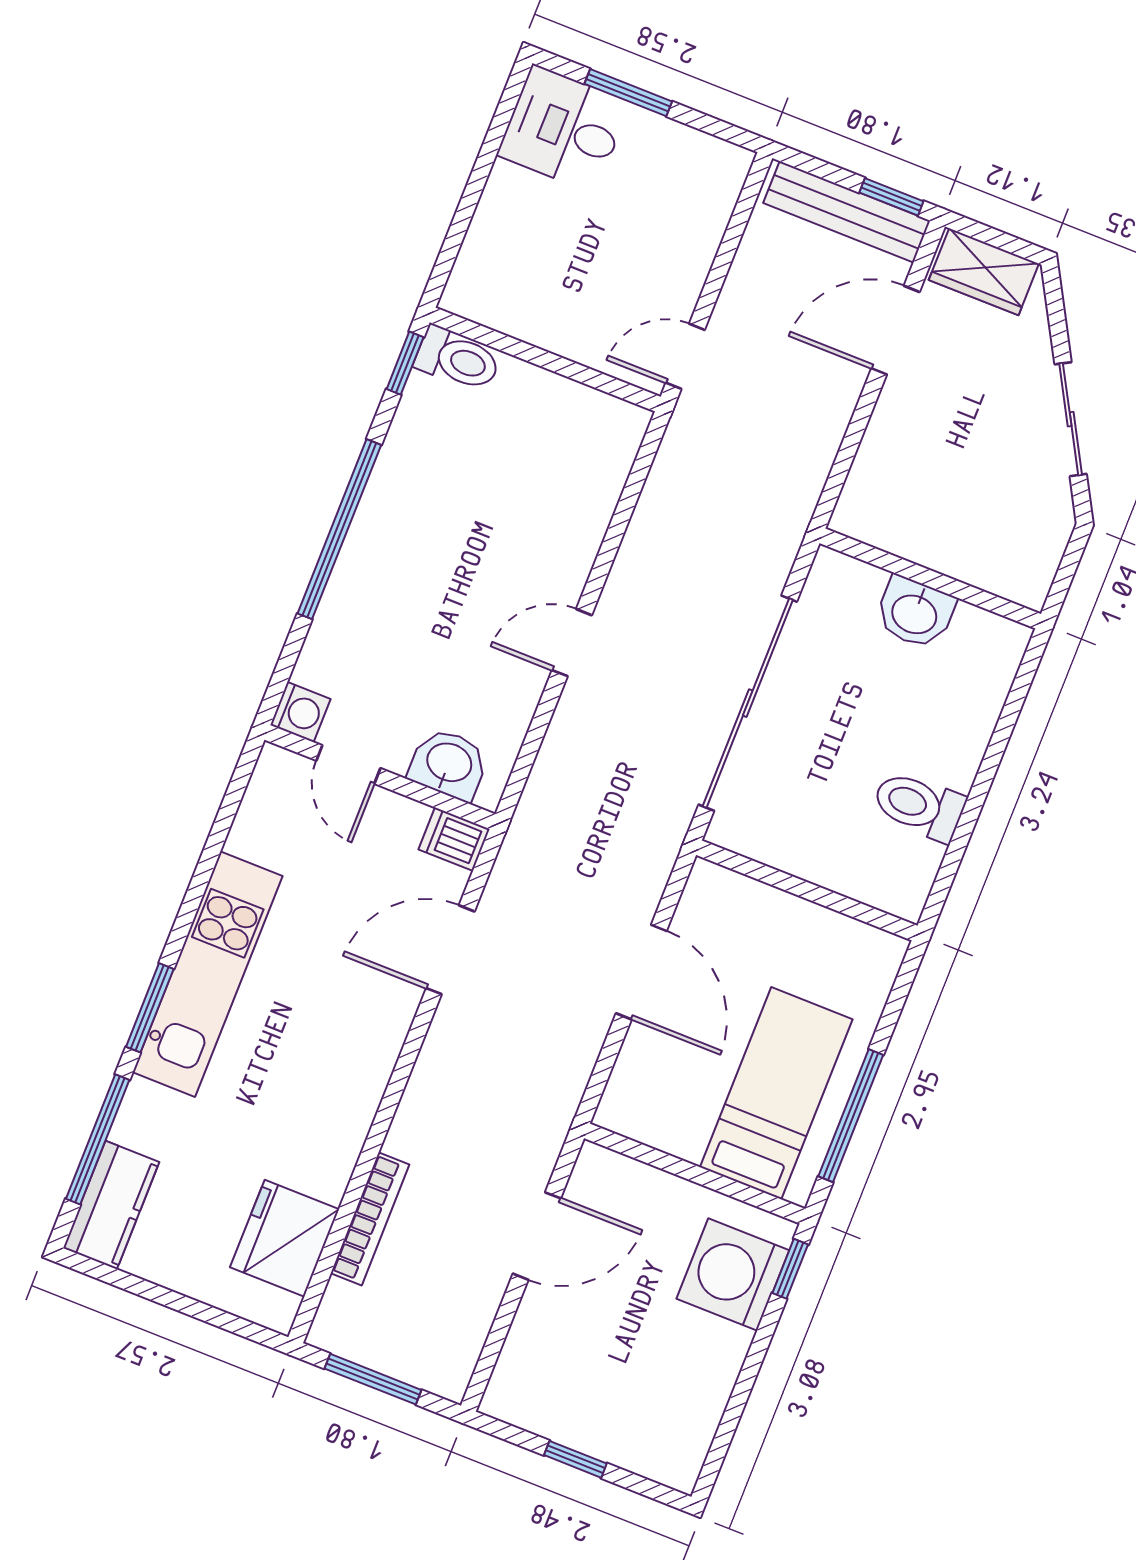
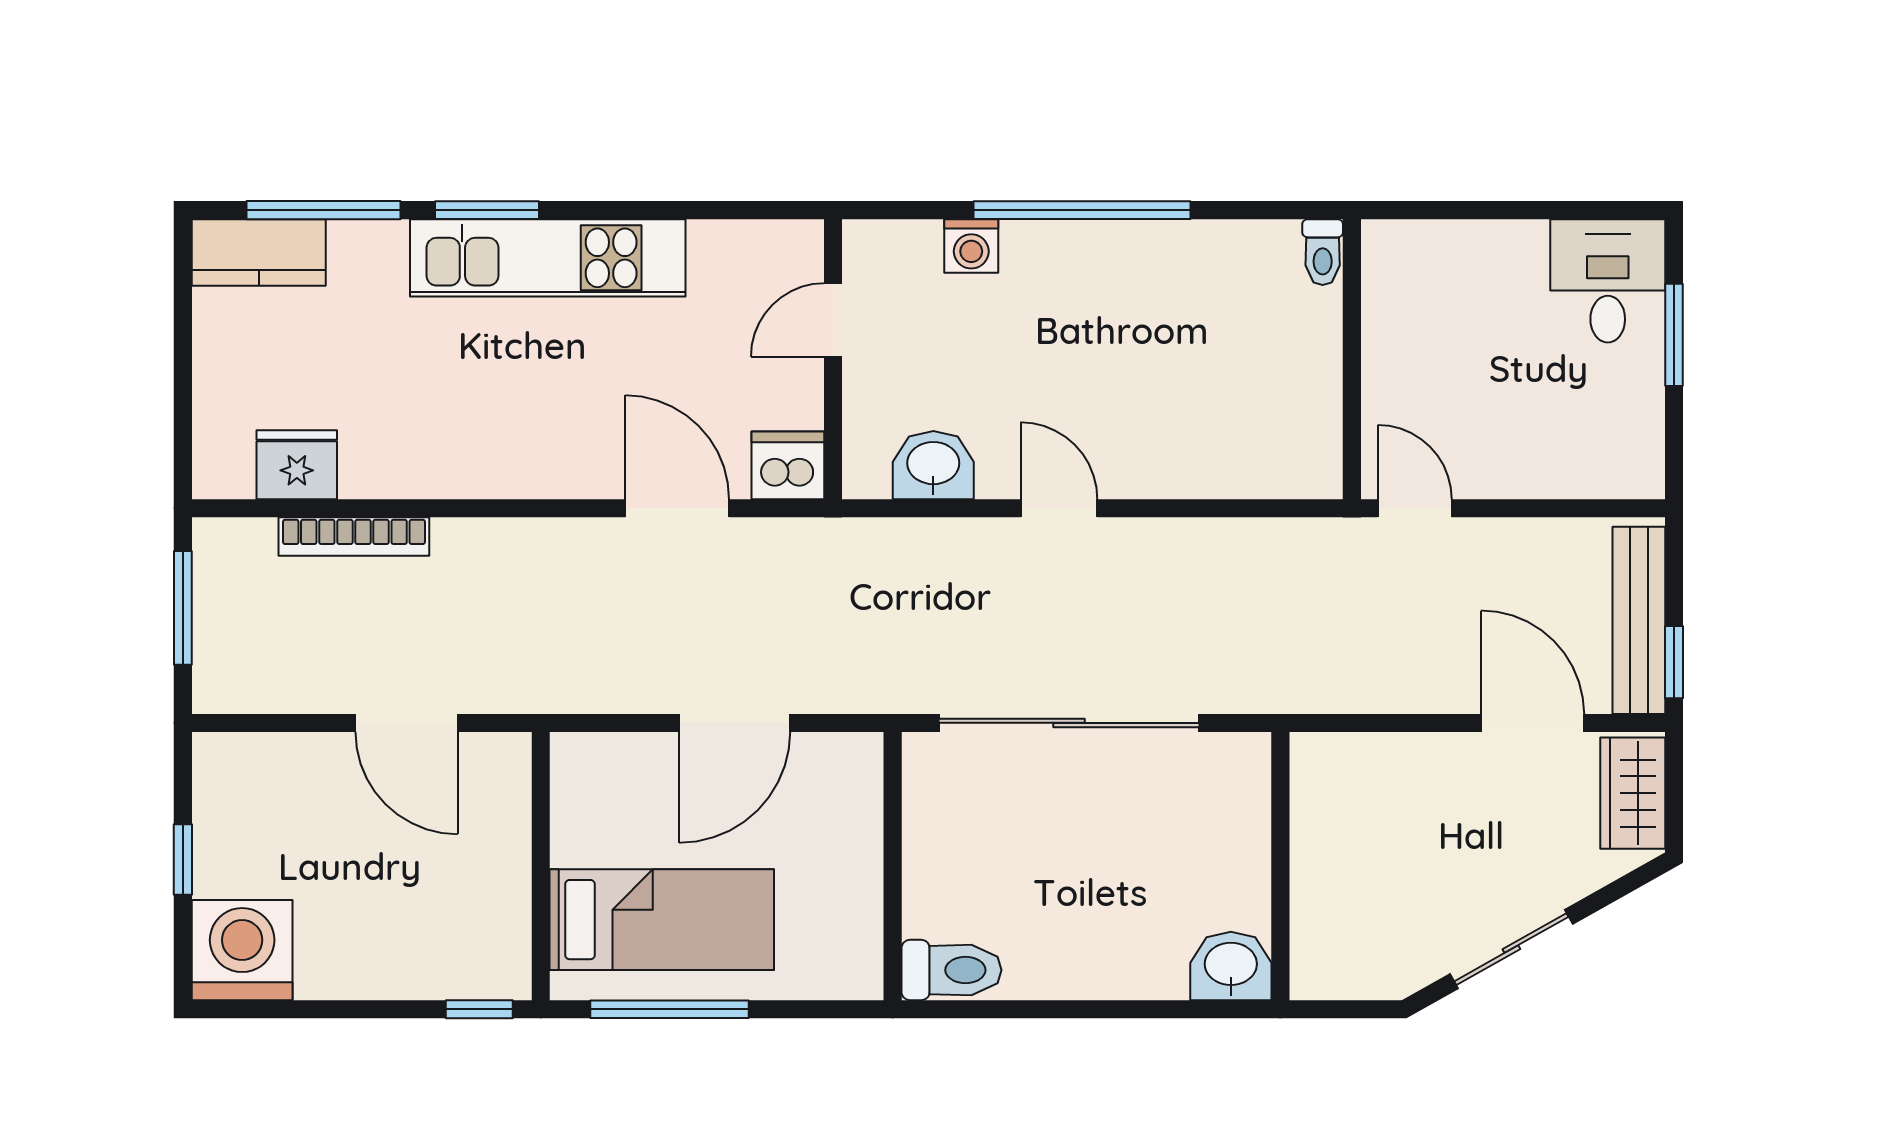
toilet: (458, 359) -> (1323, 252), width x0.73, depth x0.72
window: (405, 363) -> (1288, 210), removed
washbasin: (915, 613) -> (1231, 966), moved, turned 90
washing machine: (300, 712) -> (971, 246), moved
washbasin: (449, 764) -> (933, 465), moved, turned -90
toilet: (919, 806) -> (951, 970), moved, turned 90
dishwasher: (454, 839) -> (788, 465), width x1.38
fridge: (285, 1238) -> (297, 465), width x0.73, depth x0.75
washing machine: (733, 1275) -> (242, 950), moved

